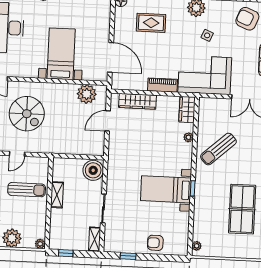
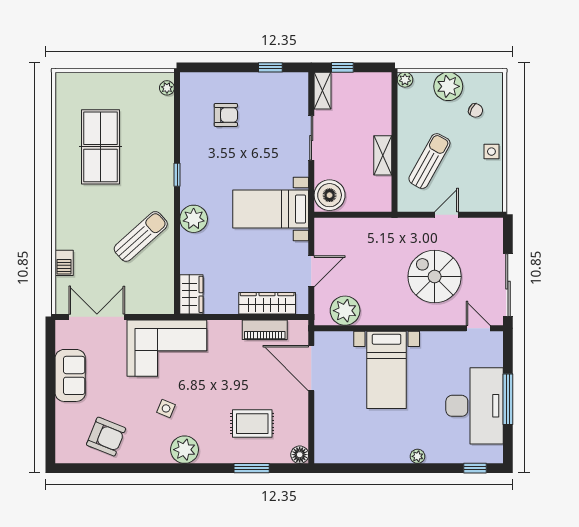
piano: (162, 85) -> (265, 330), moved
plant: (188, 137) -> (194, 219), moved, width x1.88, depth x1.88
bed with nightstands: (166, 189) -> (271, 209), moved, turned 180
sun lounger: (27, 190) -> (429, 161), turned 119
armchair: (155, 243) -> (226, 115), moved
window: (66, 253) -> (342, 67), moved

